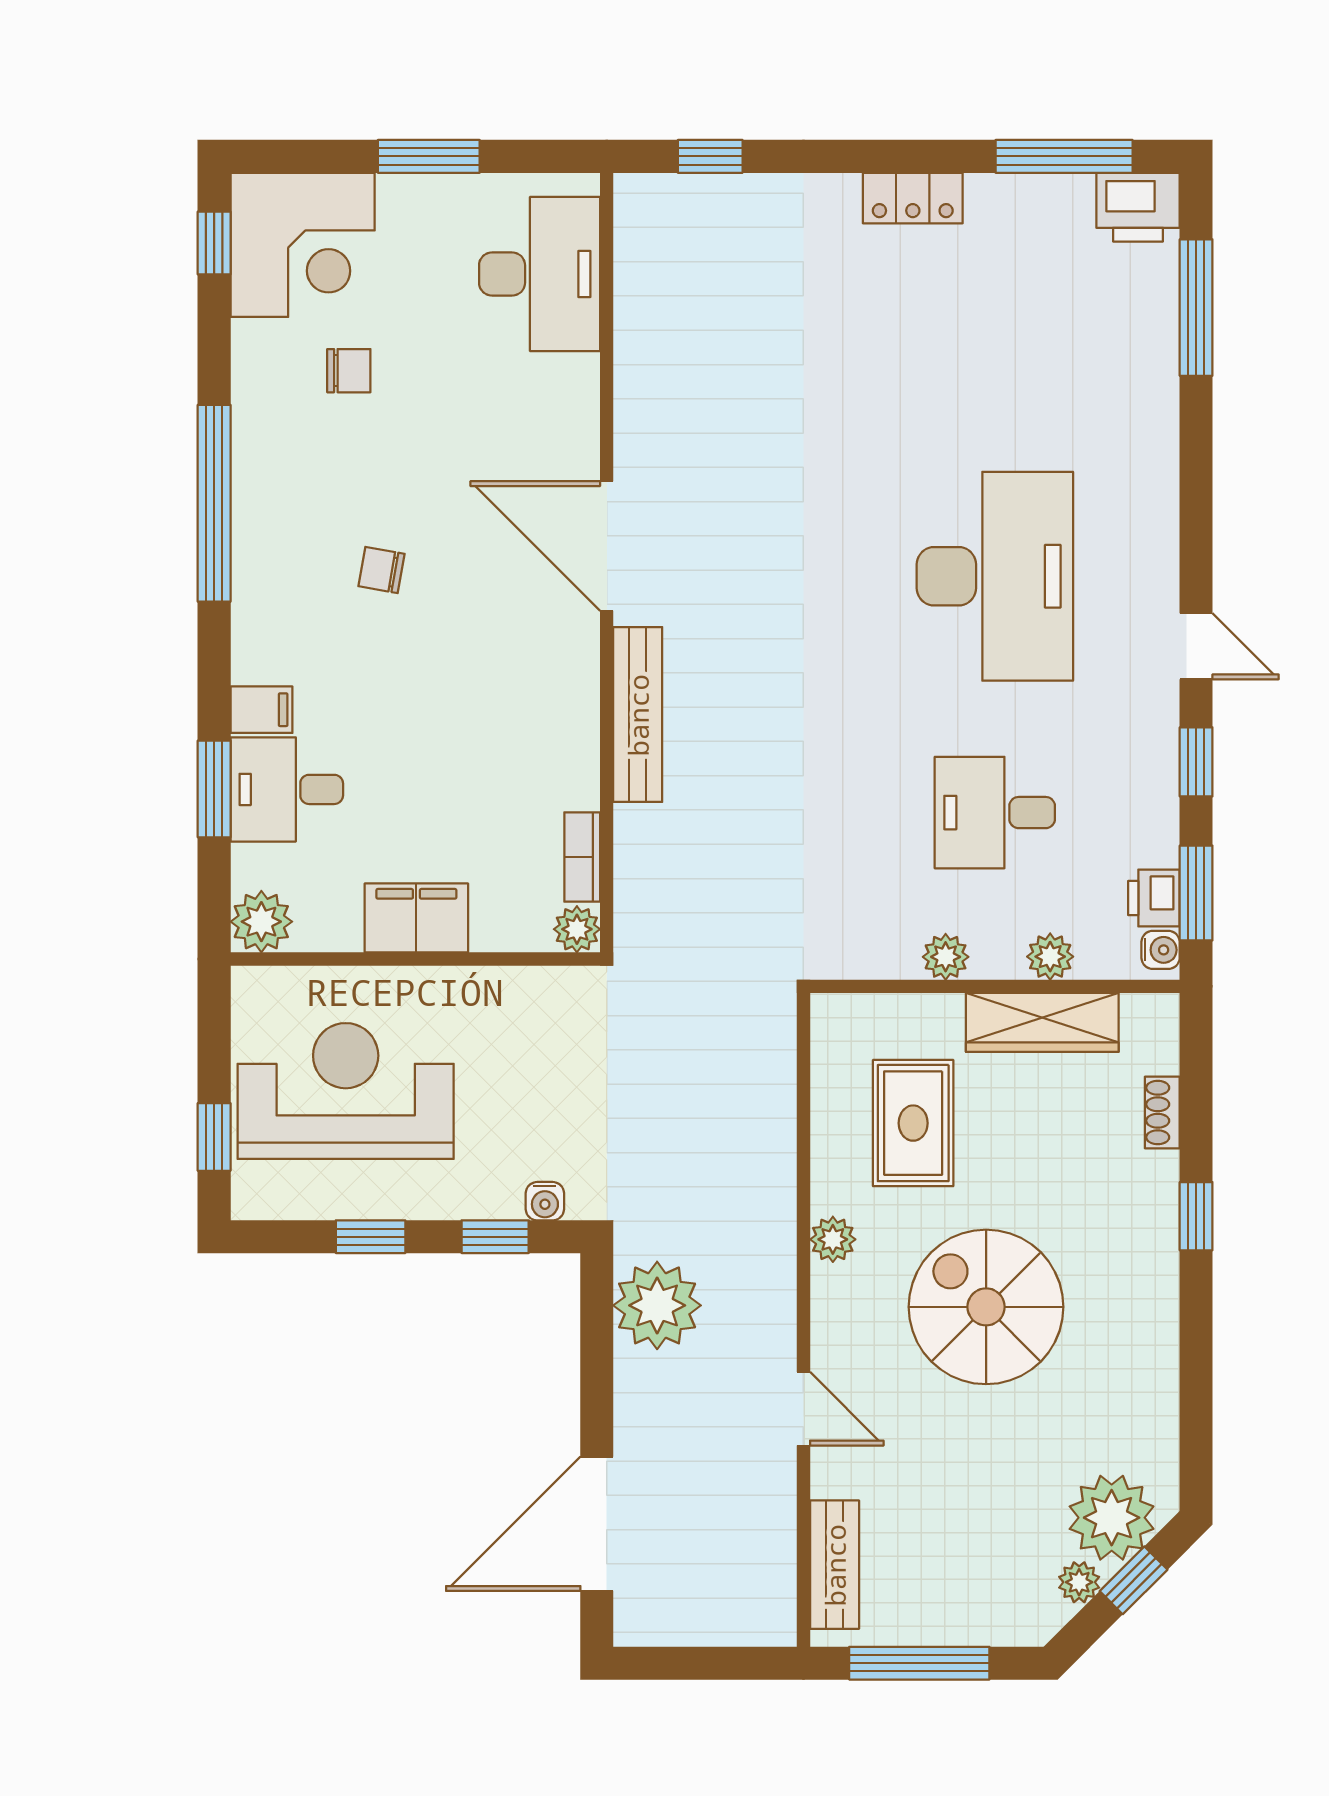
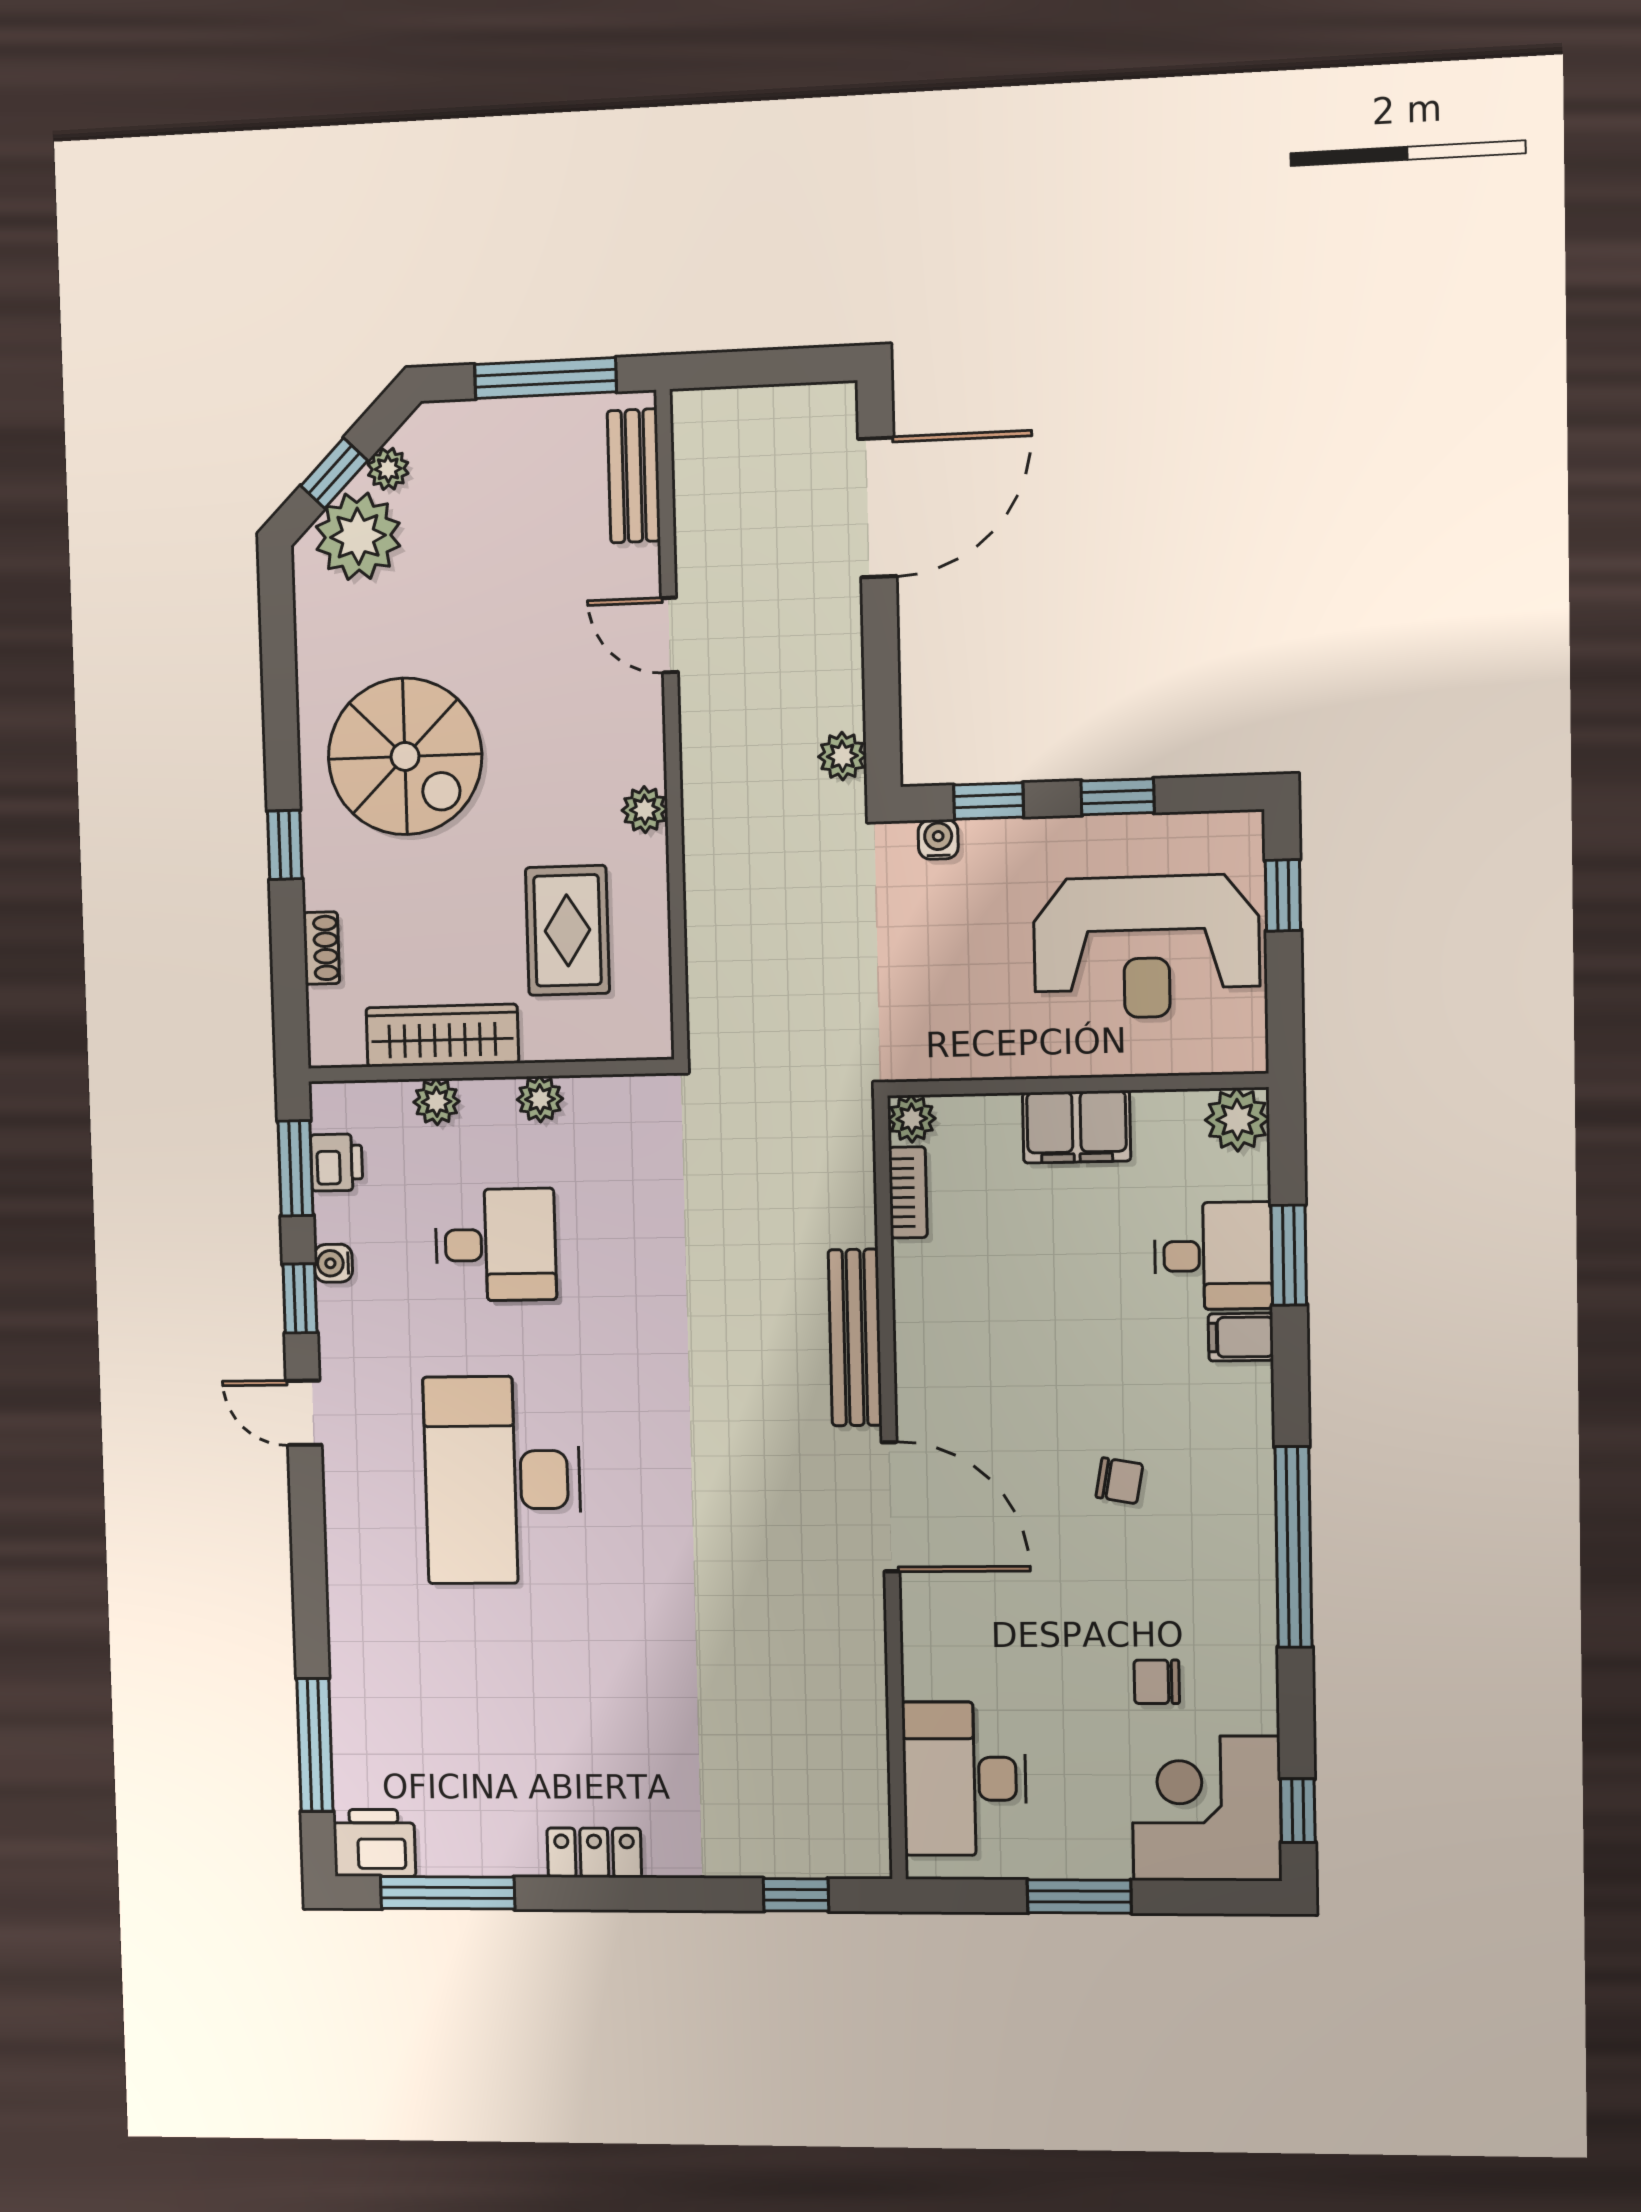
water cooler: (1161, 950) -> (333, 1263), moved
plant: (657, 1305) -> (842, 756), width x0.53, depth x0.53
spiral stairs: (986, 1307) -> (405, 756), moved

